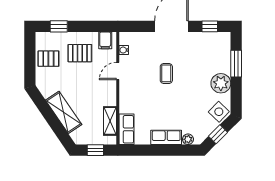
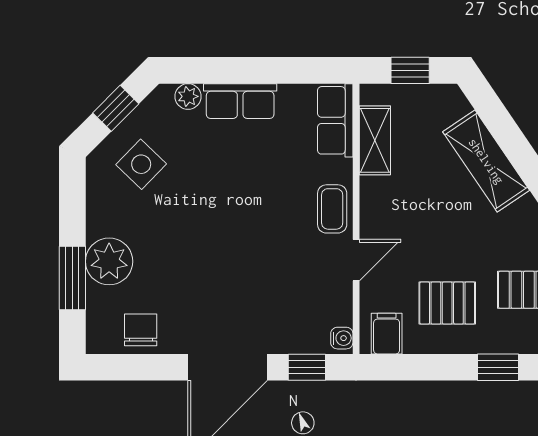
window: (210, 26) -> (307, 367), moved
chair: (208, 42) -> (141, 330), added
water cooler: (124, 50) -> (342, 338), moved
coffee table: (166, 73) -> (332, 209), moved
plant: (221, 83) -> (109, 261), moved
side table: (219, 112) -> (141, 164), moved

